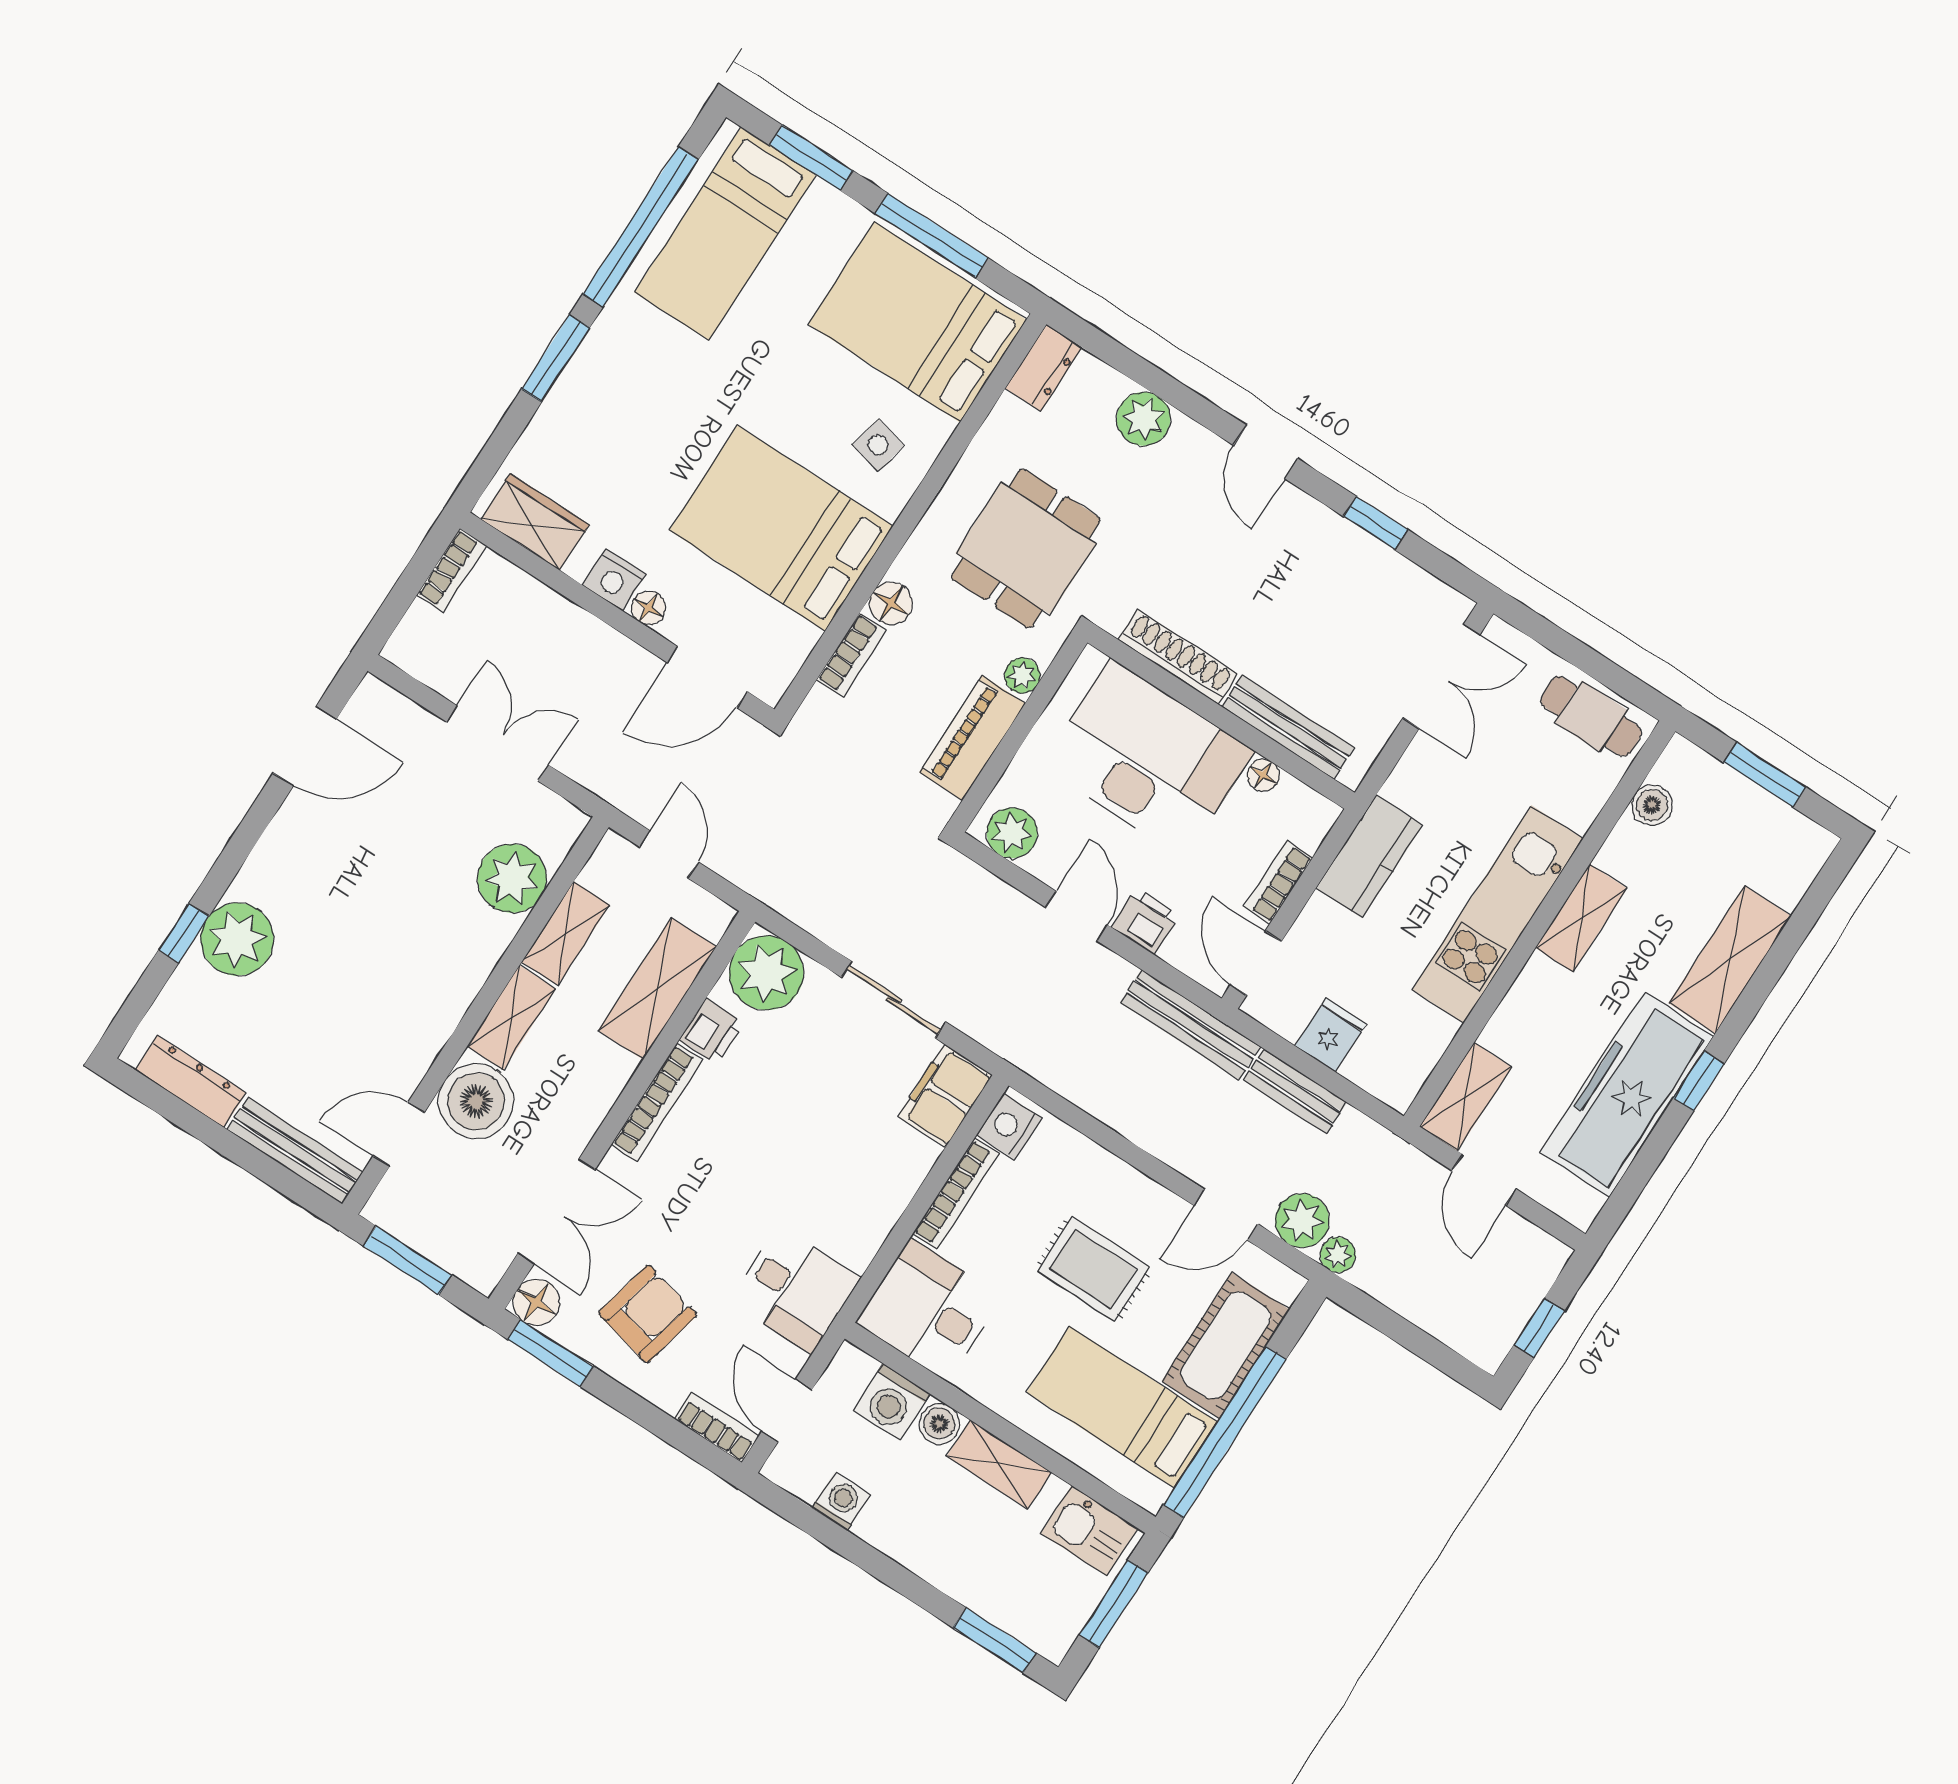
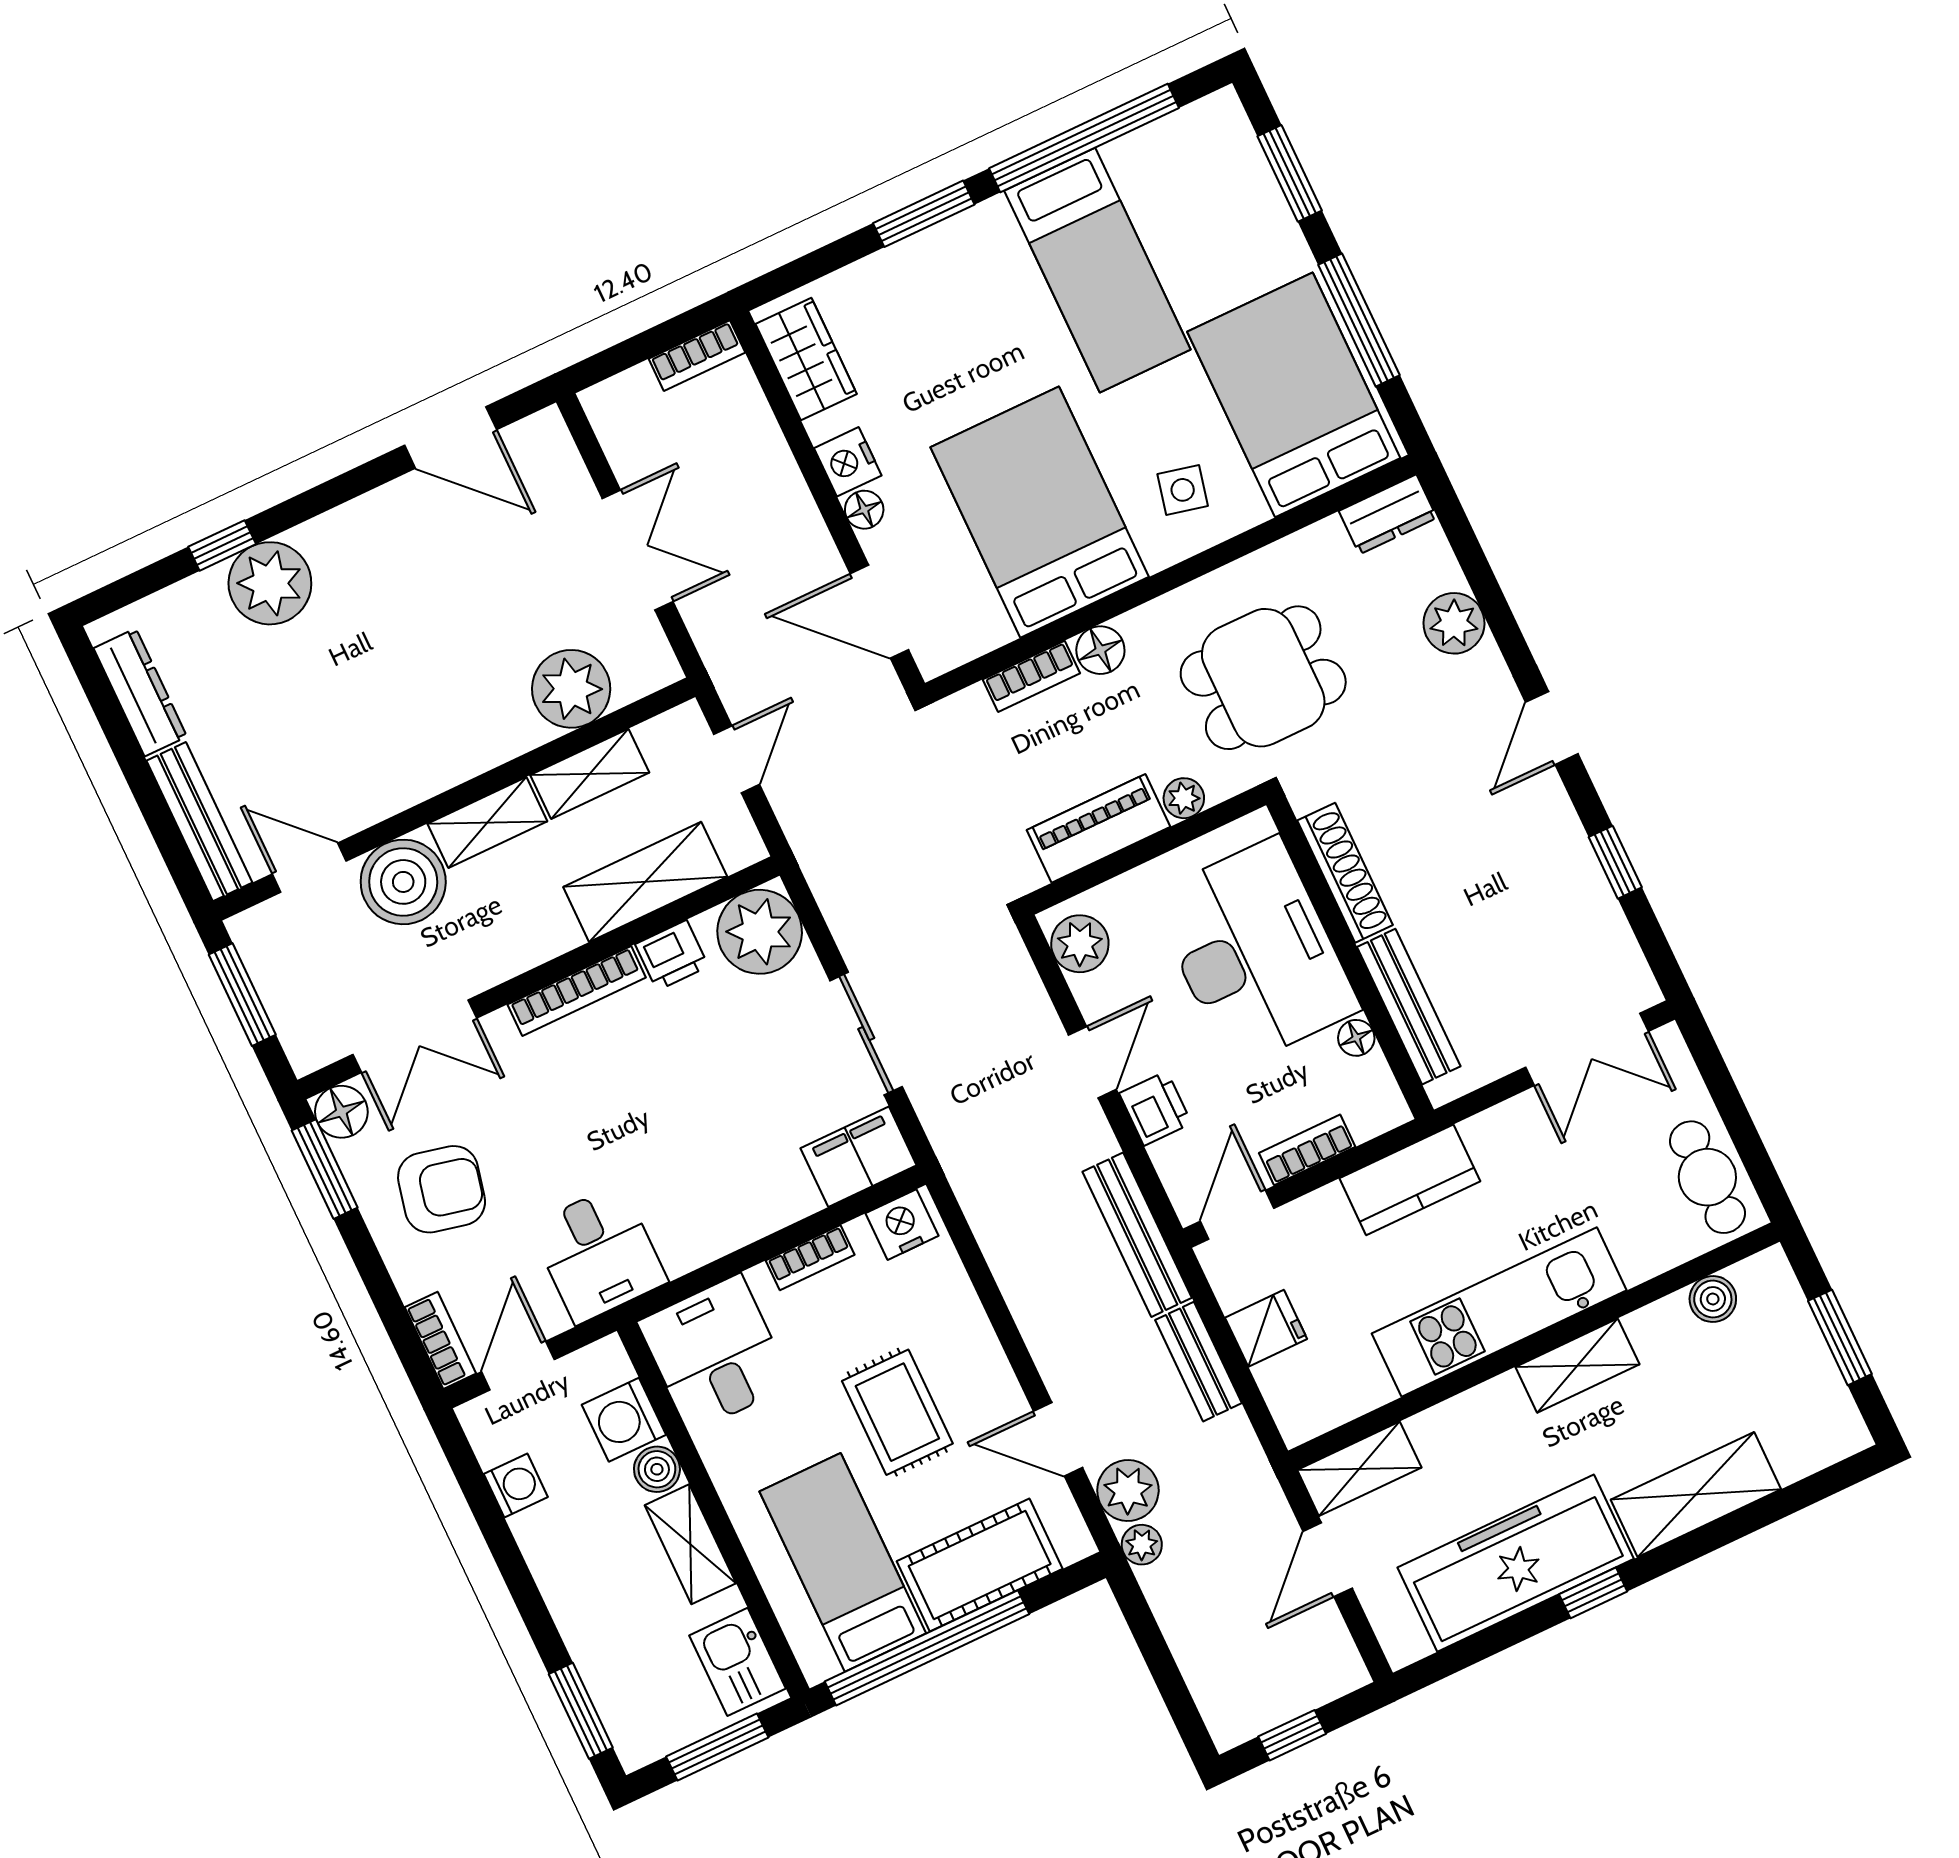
bed: (725, 234) -> (1097, 270), moved, turned -90
bookcase: (956, 1194) -> (810, 1258), width x0.64

